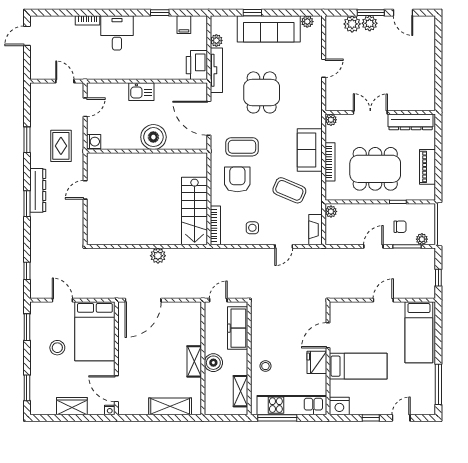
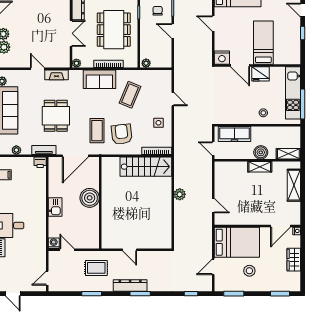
printer: (197, 65) -> (40, 162), width x0.53, depth x0.68
tv unit: (216, 70) -> (44, 150), width x0.71
door: (65, 81) -> (47, 278), moved
dining table: (262, 92) -> (56, 116), turned 90
double door: (370, 112) -> (71, 33), swing flipped
washing machine: (94, 142) -> (54, 243), moved
armchair: (237, 179) -> (122, 134), turned 83
fireplace: (316, 230) -> (56, 75), moved
door: (143, 300) -> (213, 206), width x0.53
shelving: (240, 391) -> (288, 154), moved
nightstand: (339, 406) -> (222, 58), moved, turned 90

